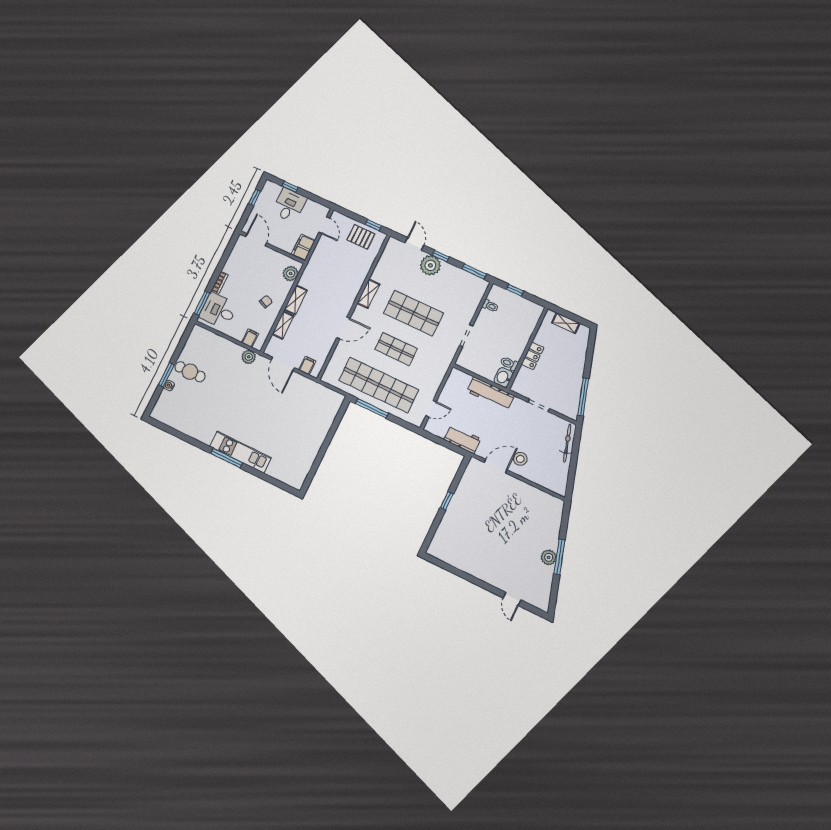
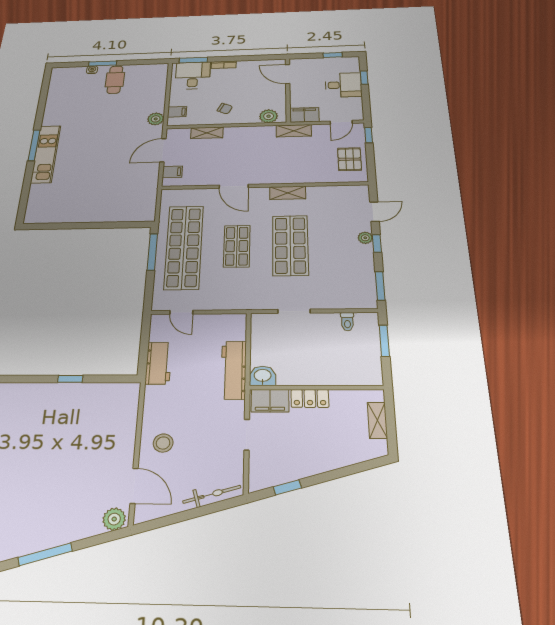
window: (373, 225) -> (369, 135), moved
door: (256, 240) -> (288, 74), swing flipped
plant: (430, 265) -> (365, 238), width x0.53, depth x0.53
window: (515, 290) -> (384, 341), width x1.50
shelving: (296, 300) -> (294, 131), moved
toilet: (509, 364) -> (285, 375), removed
filing cabinet: (523, 381) -> (270, 401), added
window: (583, 397) -> (287, 487), width x0.46
door: (496, 466) -> (134, 486), moved
plant: (549, 557) -> (114, 519), moved

